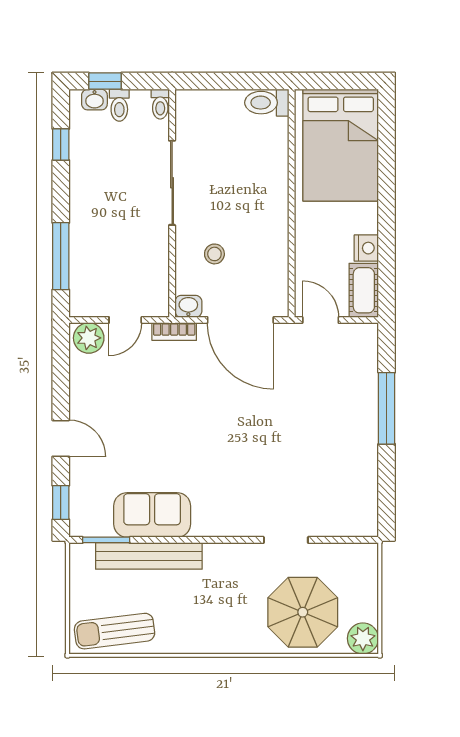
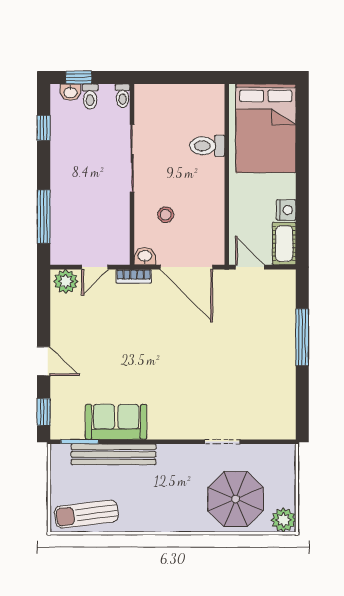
toilet: (267, 103) -> (207, 146), moved

